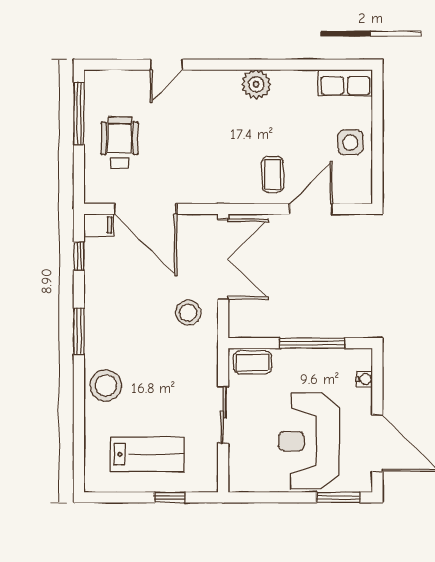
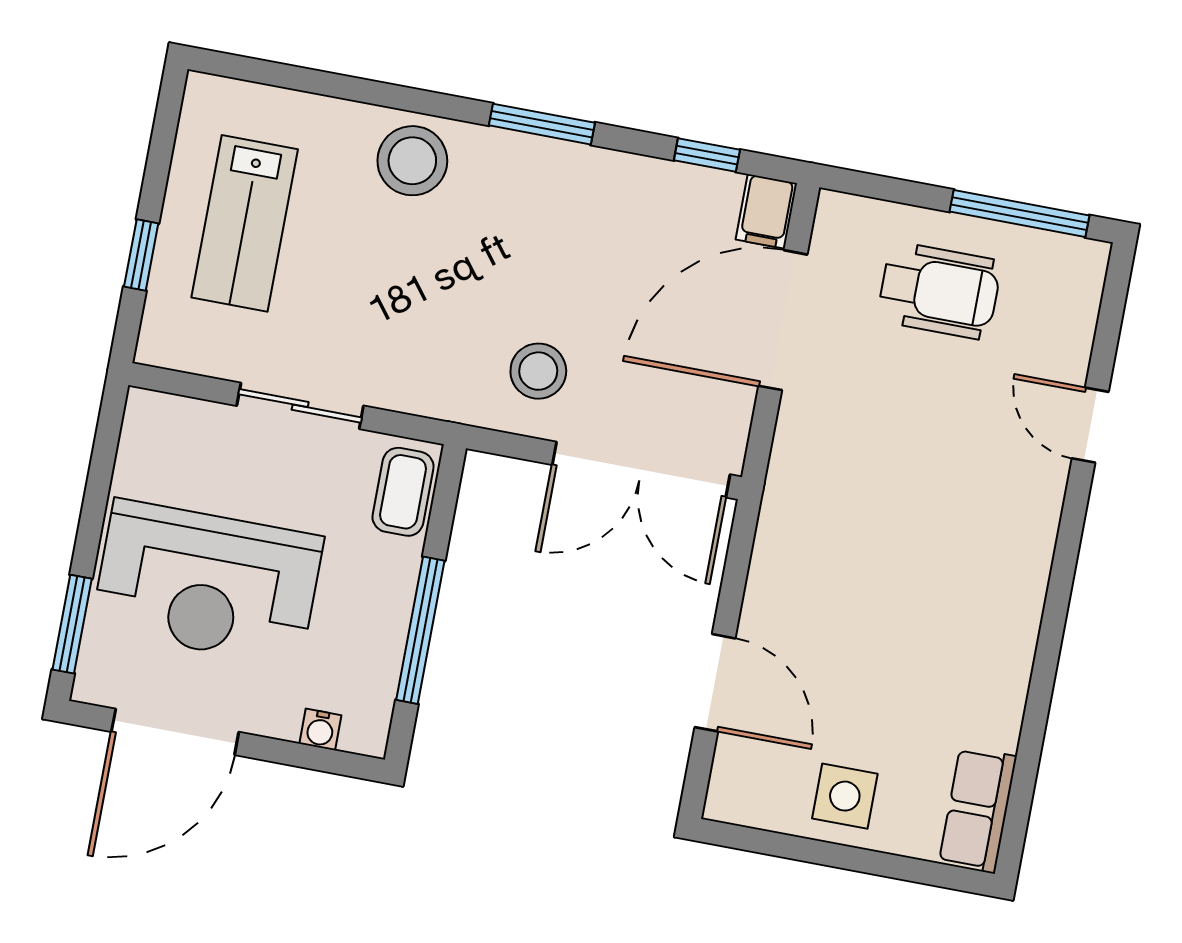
plant: (256, 84) -> (1011, 613), removed
coffee table: (273, 174) -> (806, 613), removed
reception desk: (309, 441) -> (207, 583), turned 180

